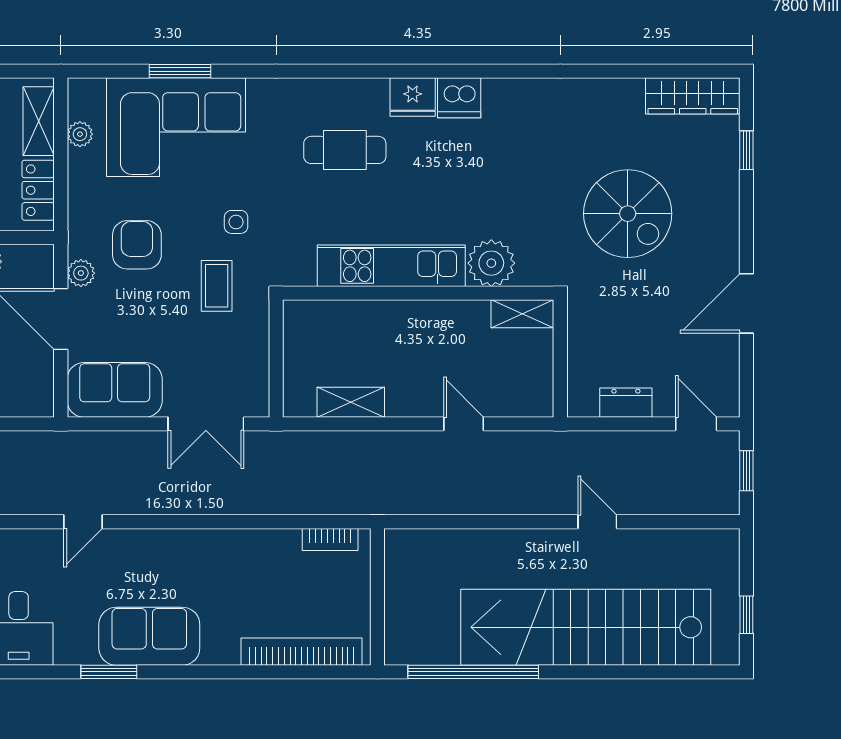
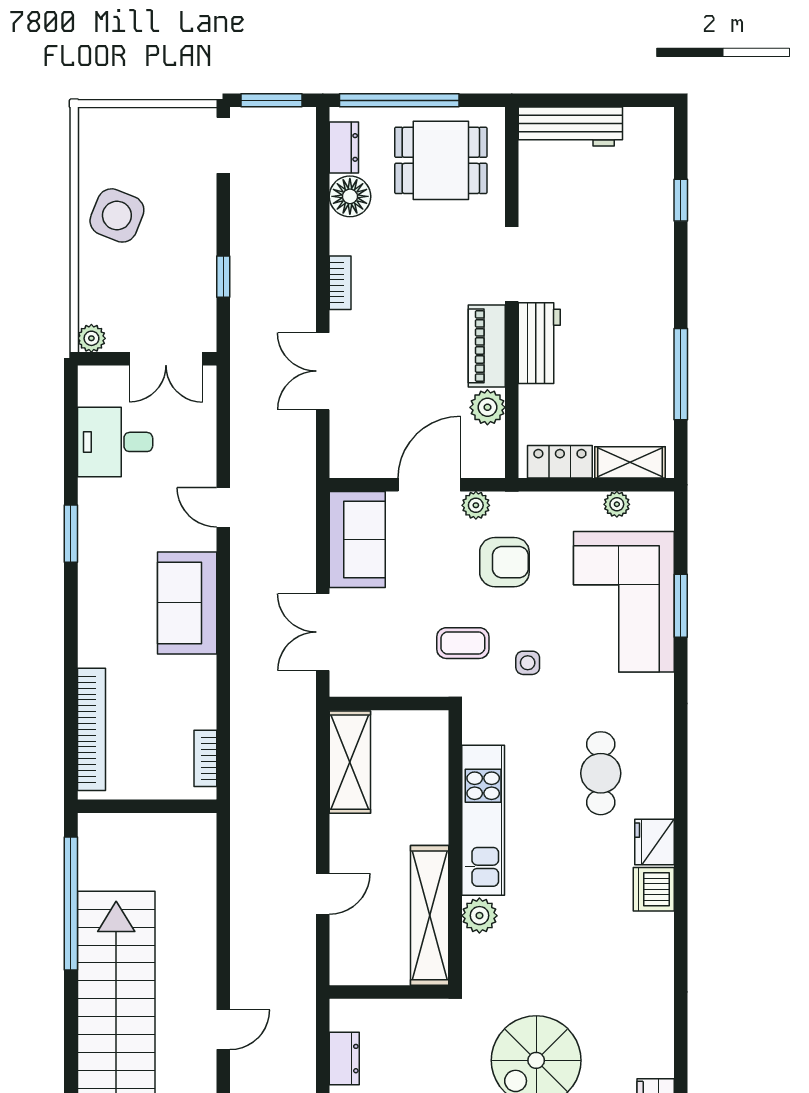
plant: (491, 263) -> (479, 916), width x0.73, depth x0.73
shelving: (522, 314) -> (430, 915), width x2.20, depth x1.33
shelving: (351, 402) -> (350, 762), width x1.50, depth x1.33
sofa: (149, 636) -> (187, 603), moved, turned 180

